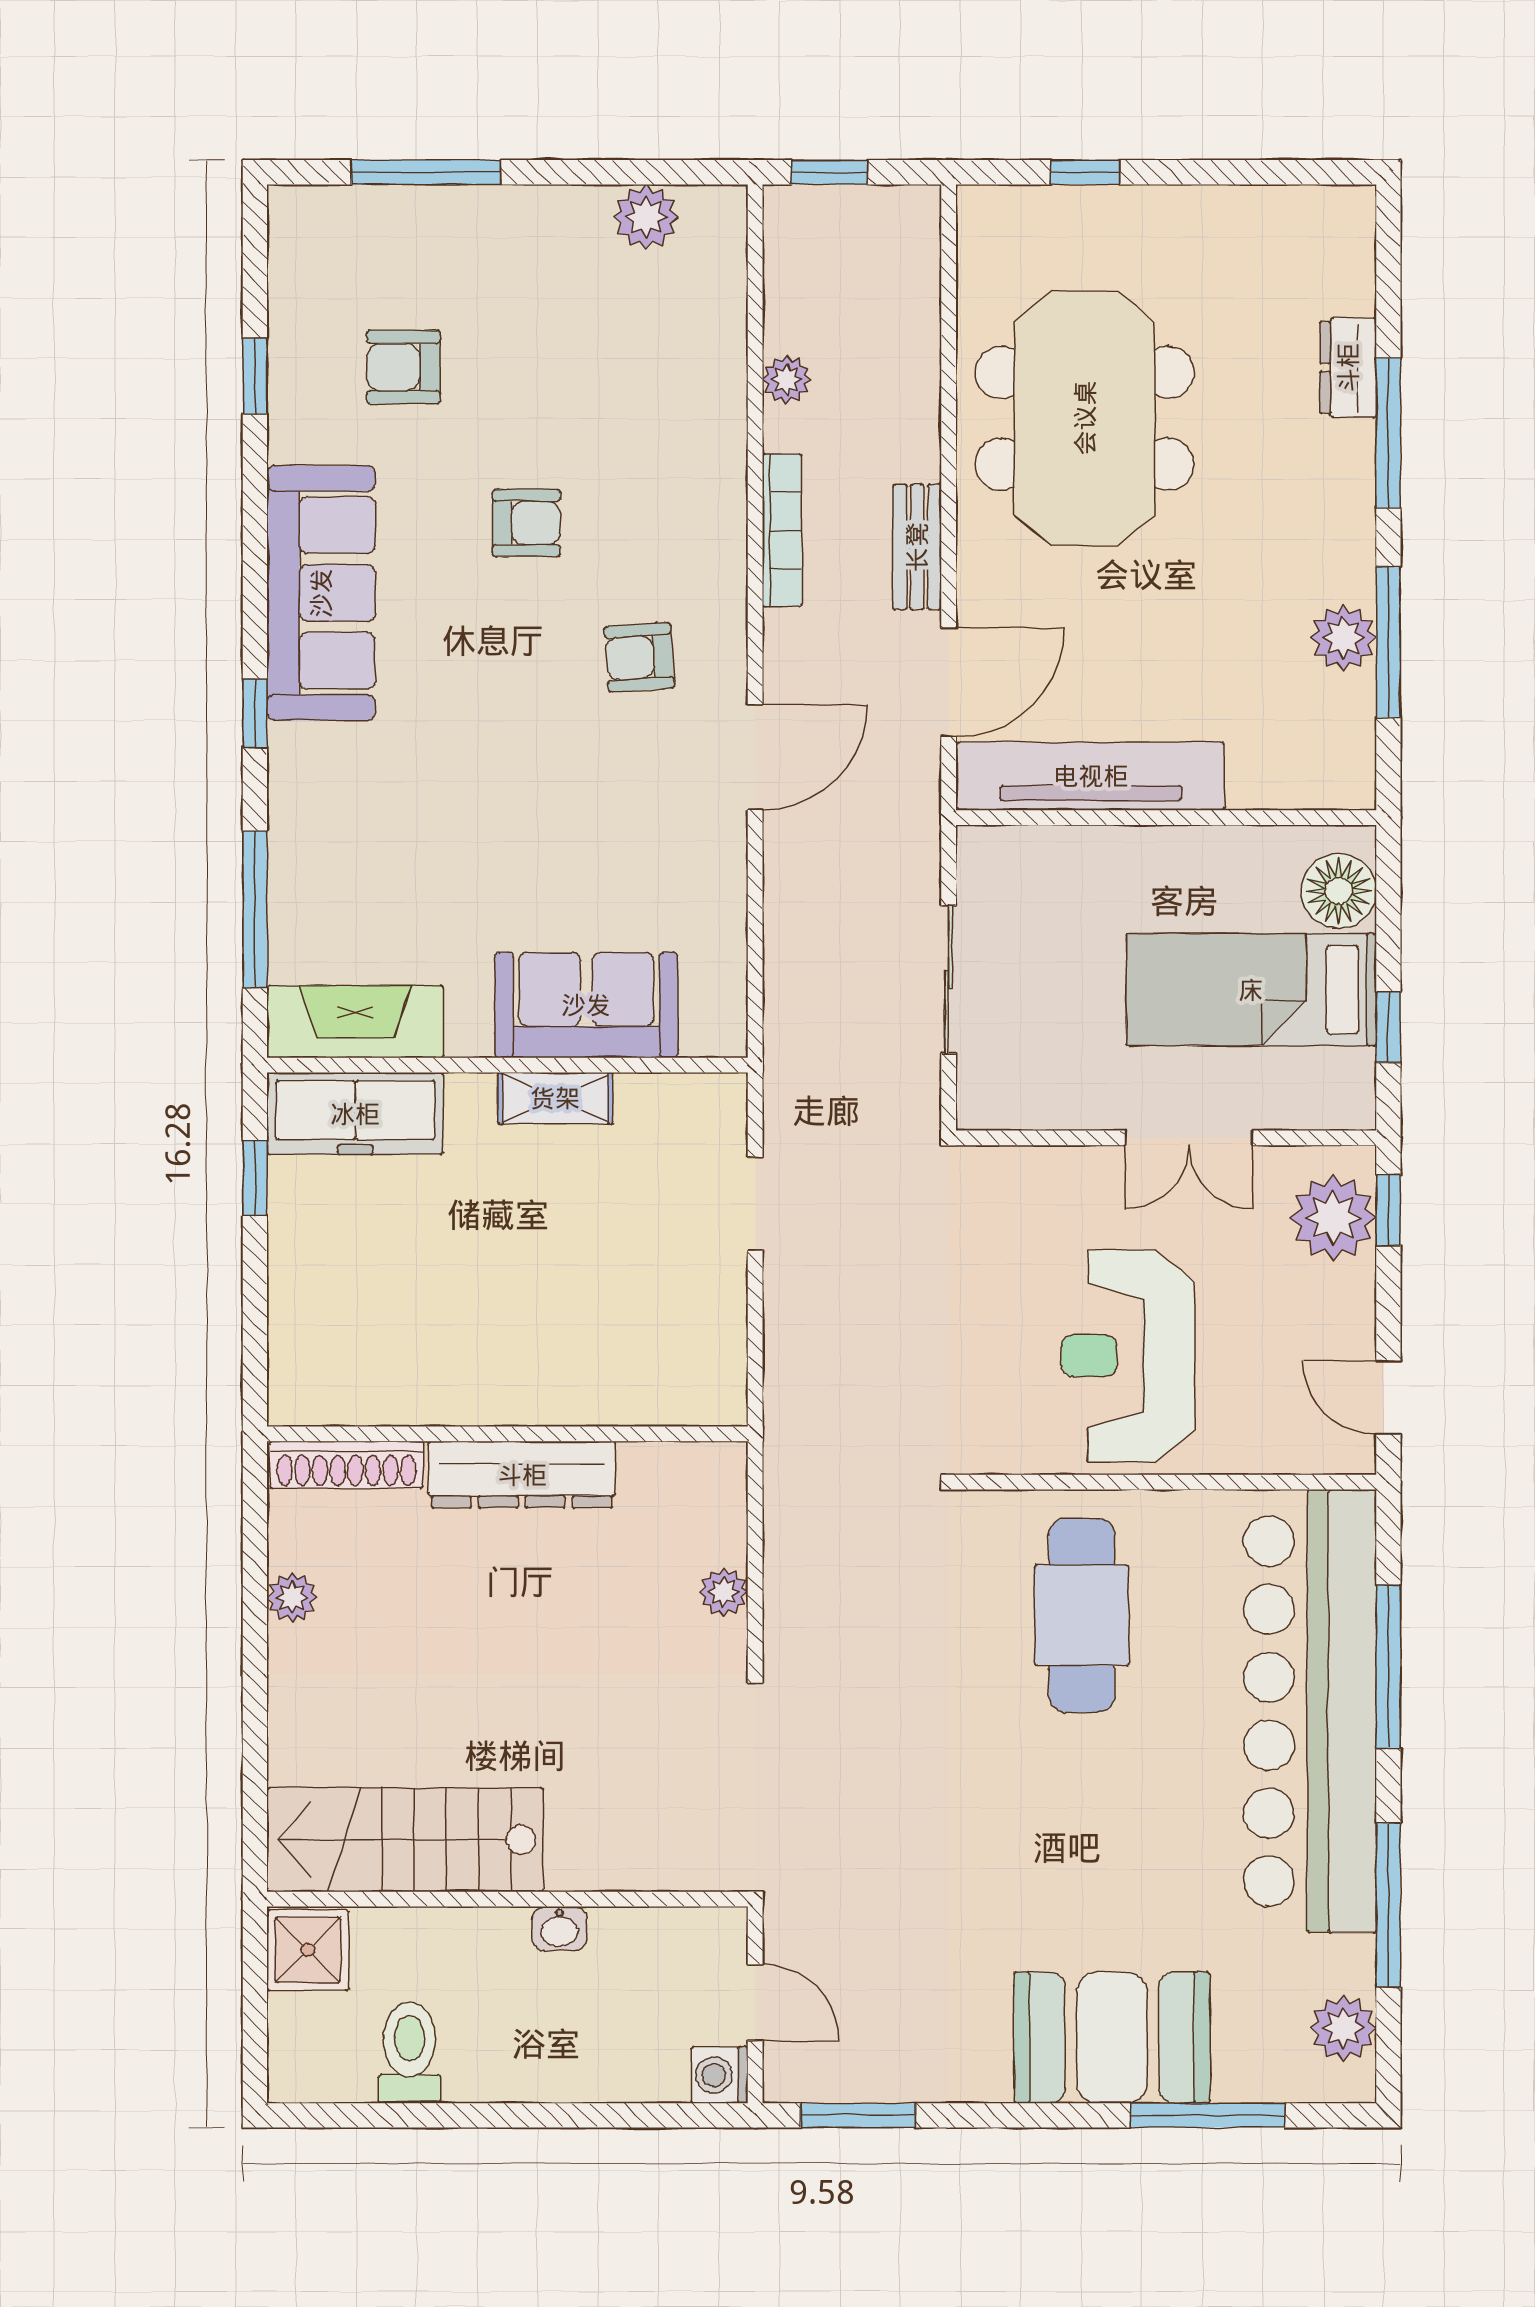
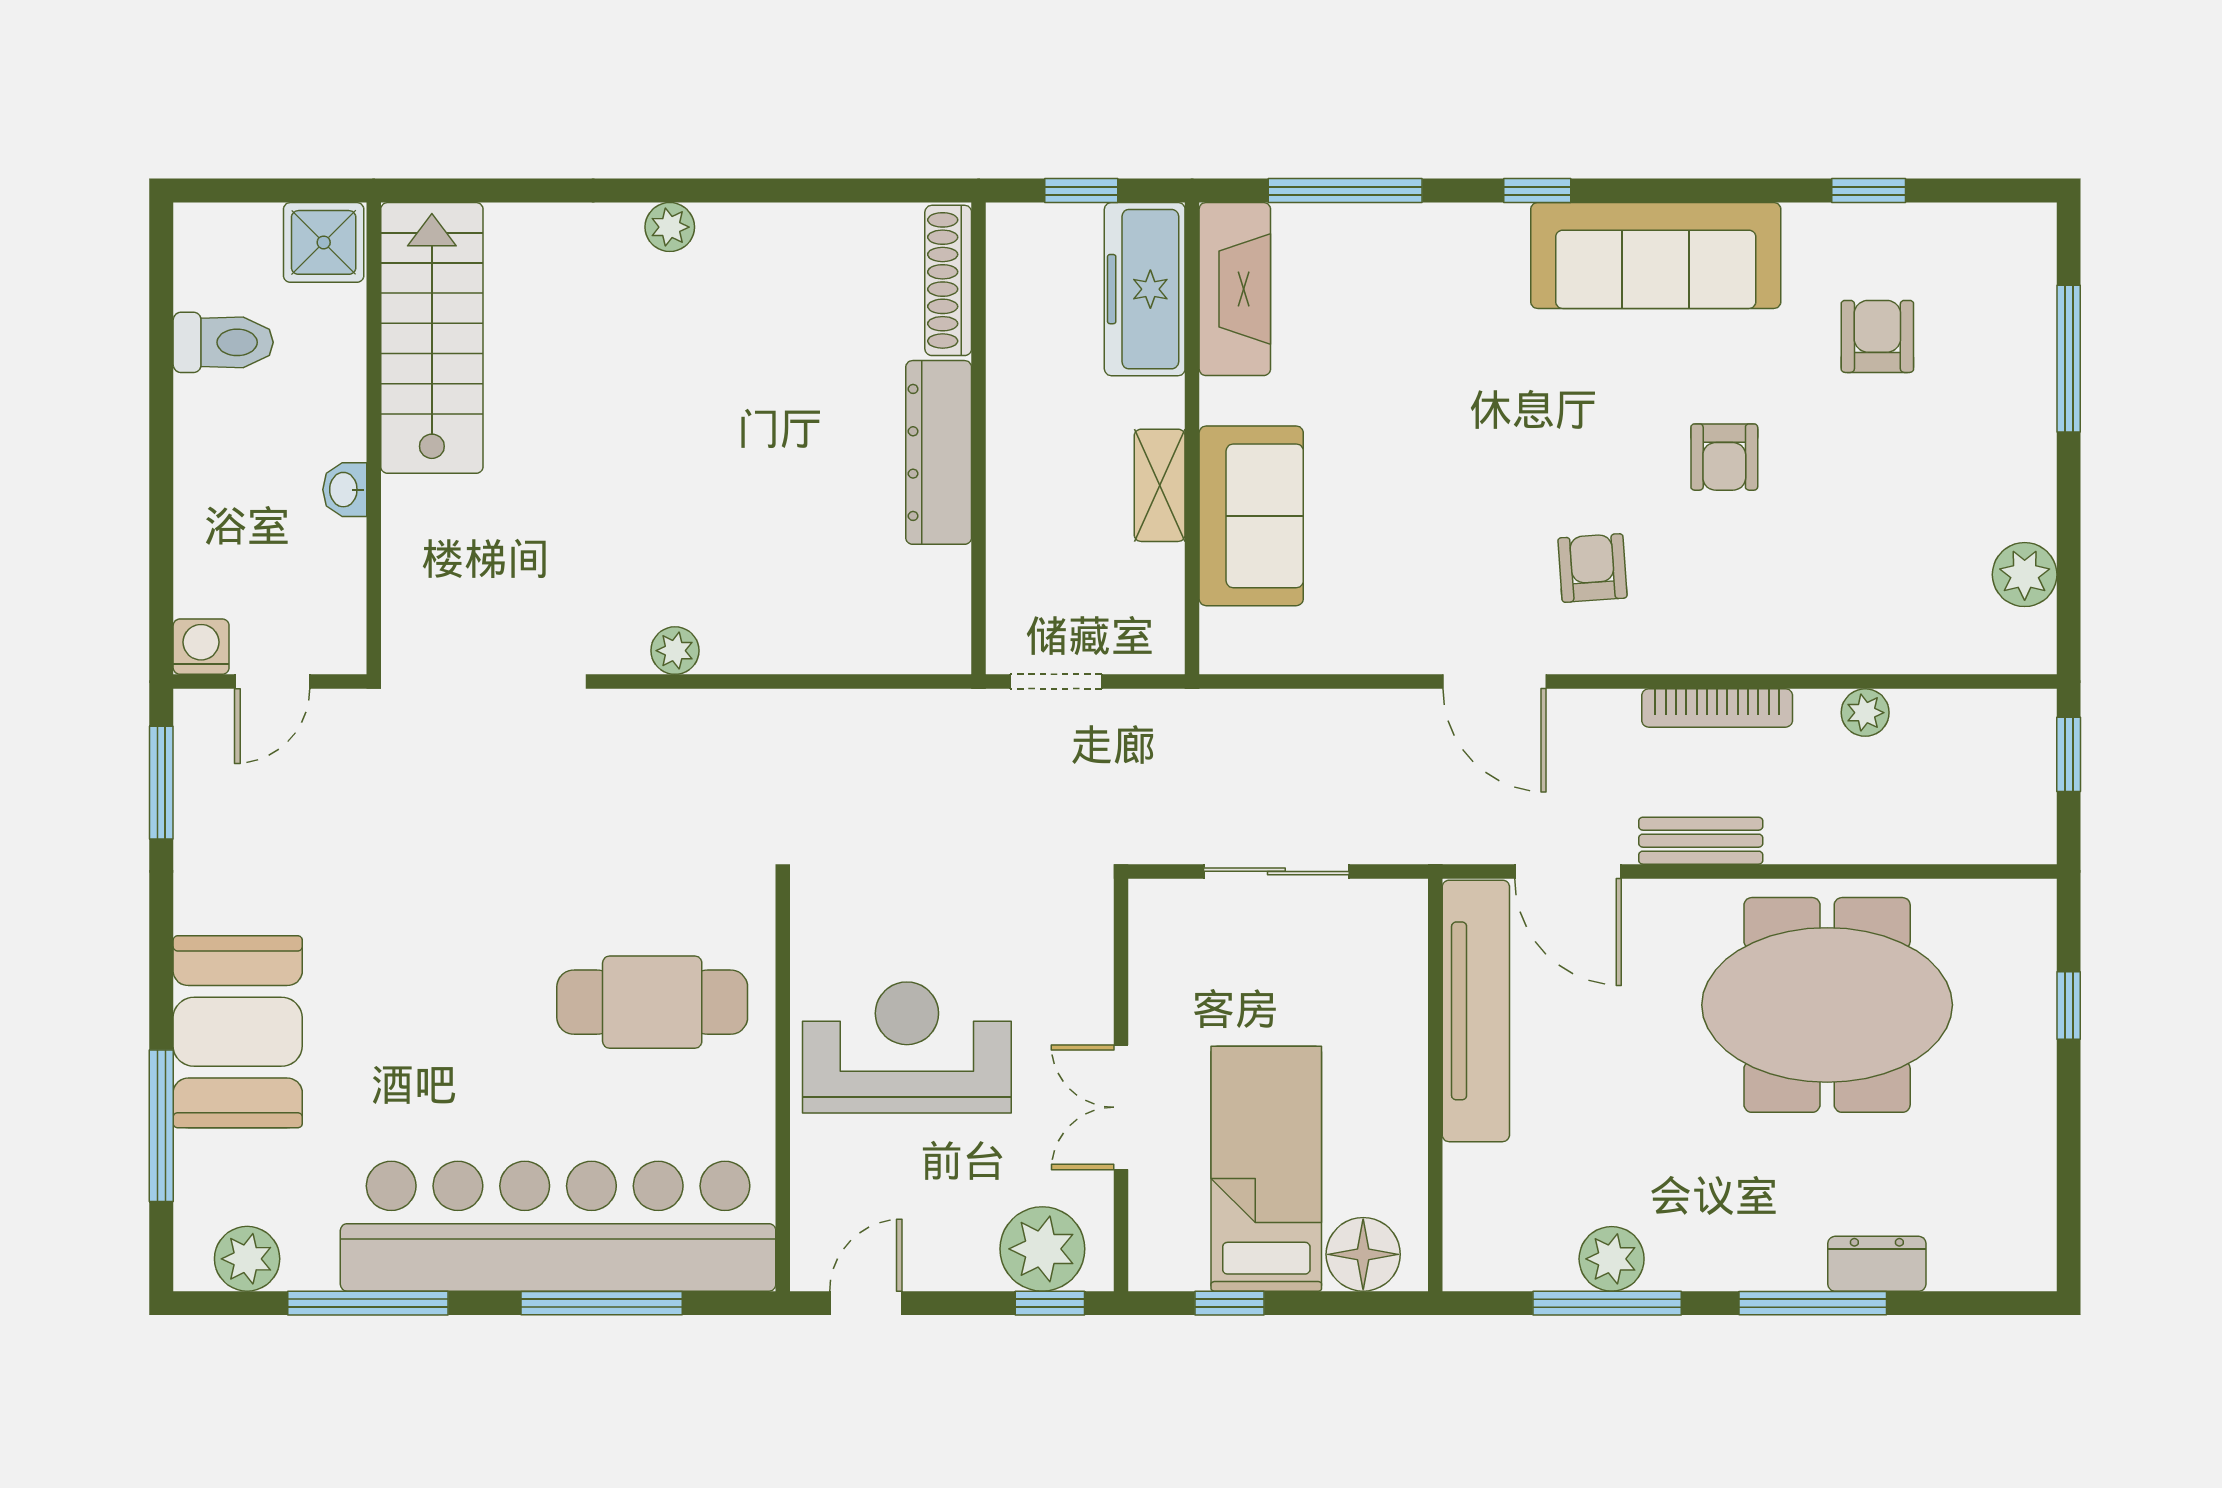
wall: (507, 1434) -> (979, 438), moved
shoe rack: (346, 1465) -> (948, 280), moved
dresser: (522, 1475) -> (939, 452), moved

